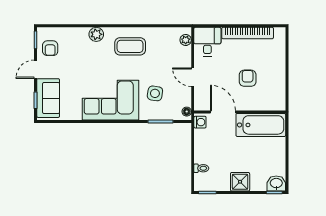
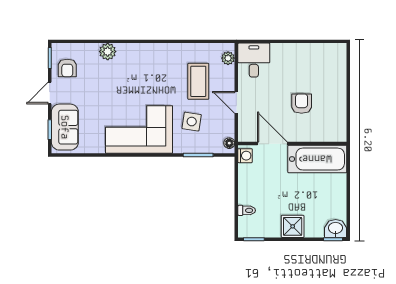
bookcase: (248, 33) -> (302, 50), removed
plant: (96, 34) -> (108, 52), moved
coffee table: (130, 46) -> (198, 81), moved, turned 90

